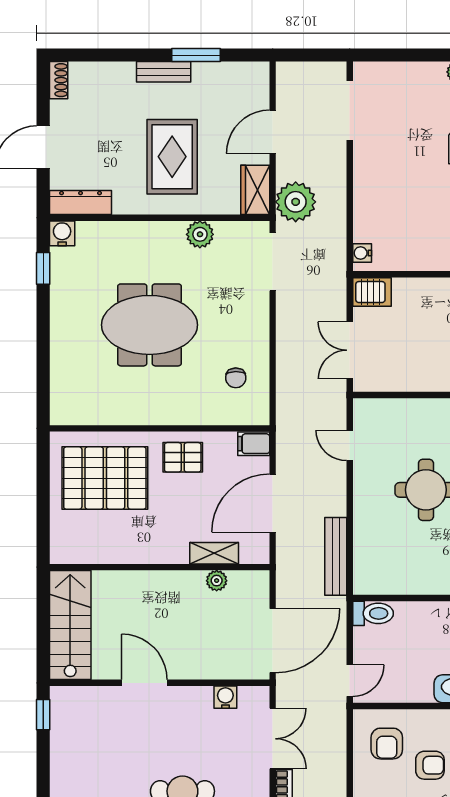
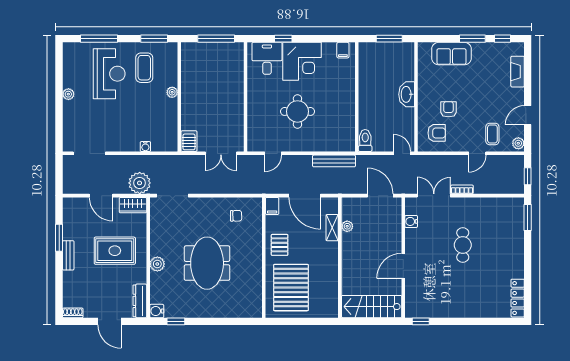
plant: (200, 234) -> (157, 264), moved
water cooler: (362, 253) -> (145, 147), moved
door: (273, 641) -> (380, 196), width x0.73

